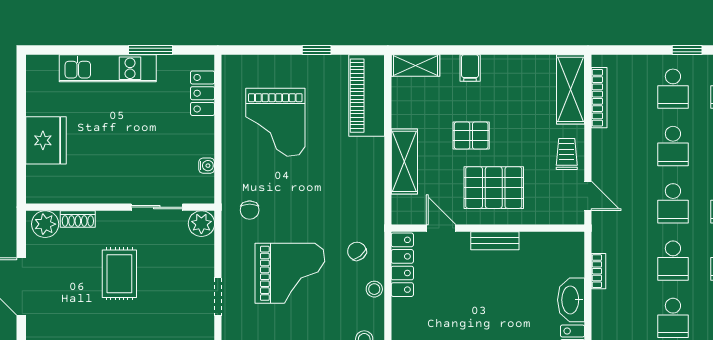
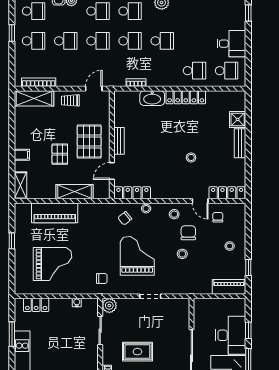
piano: (367, 96) -> (55, 213), moved

